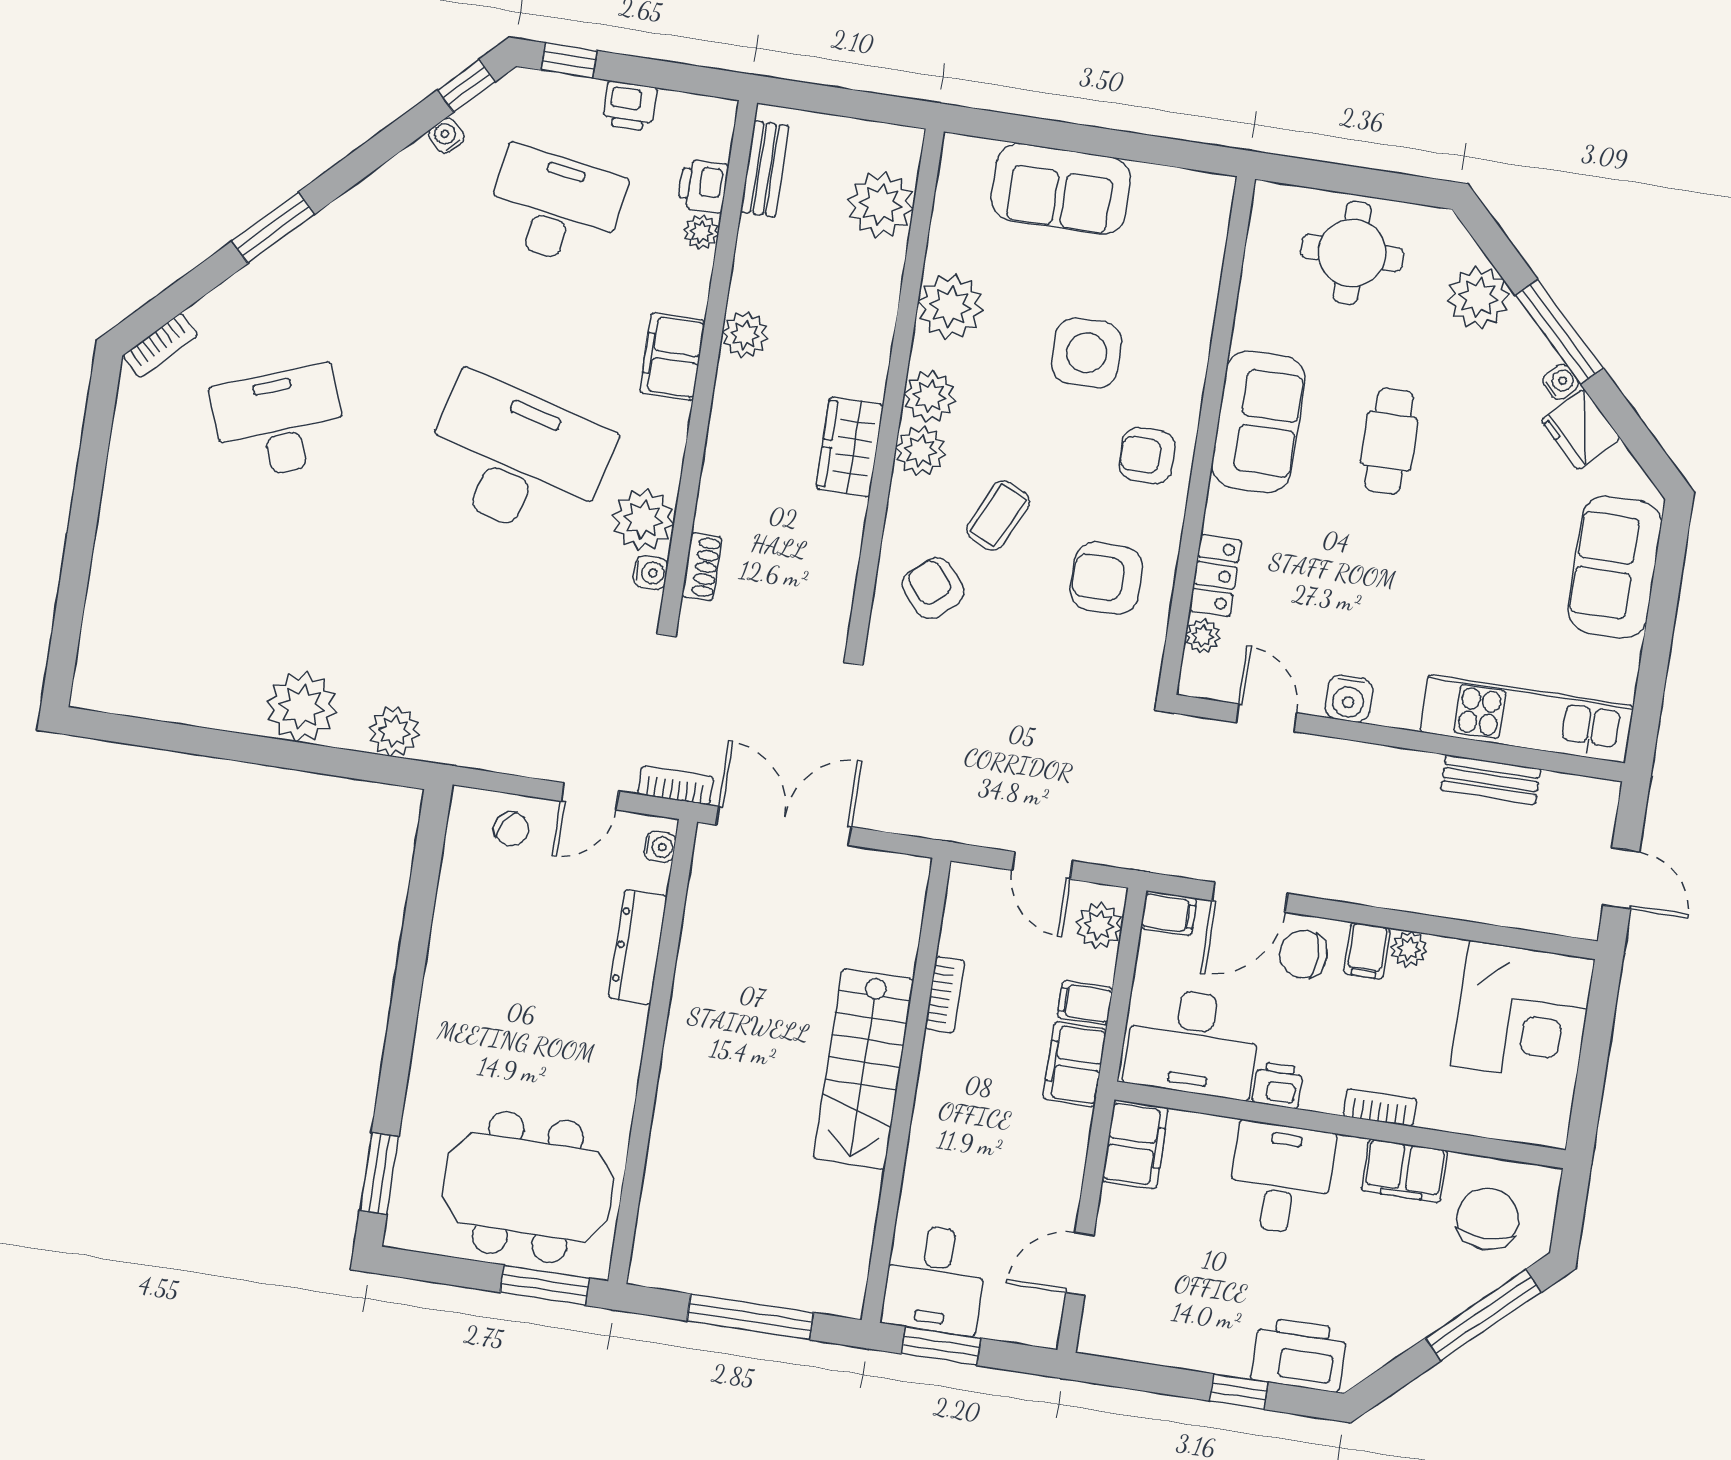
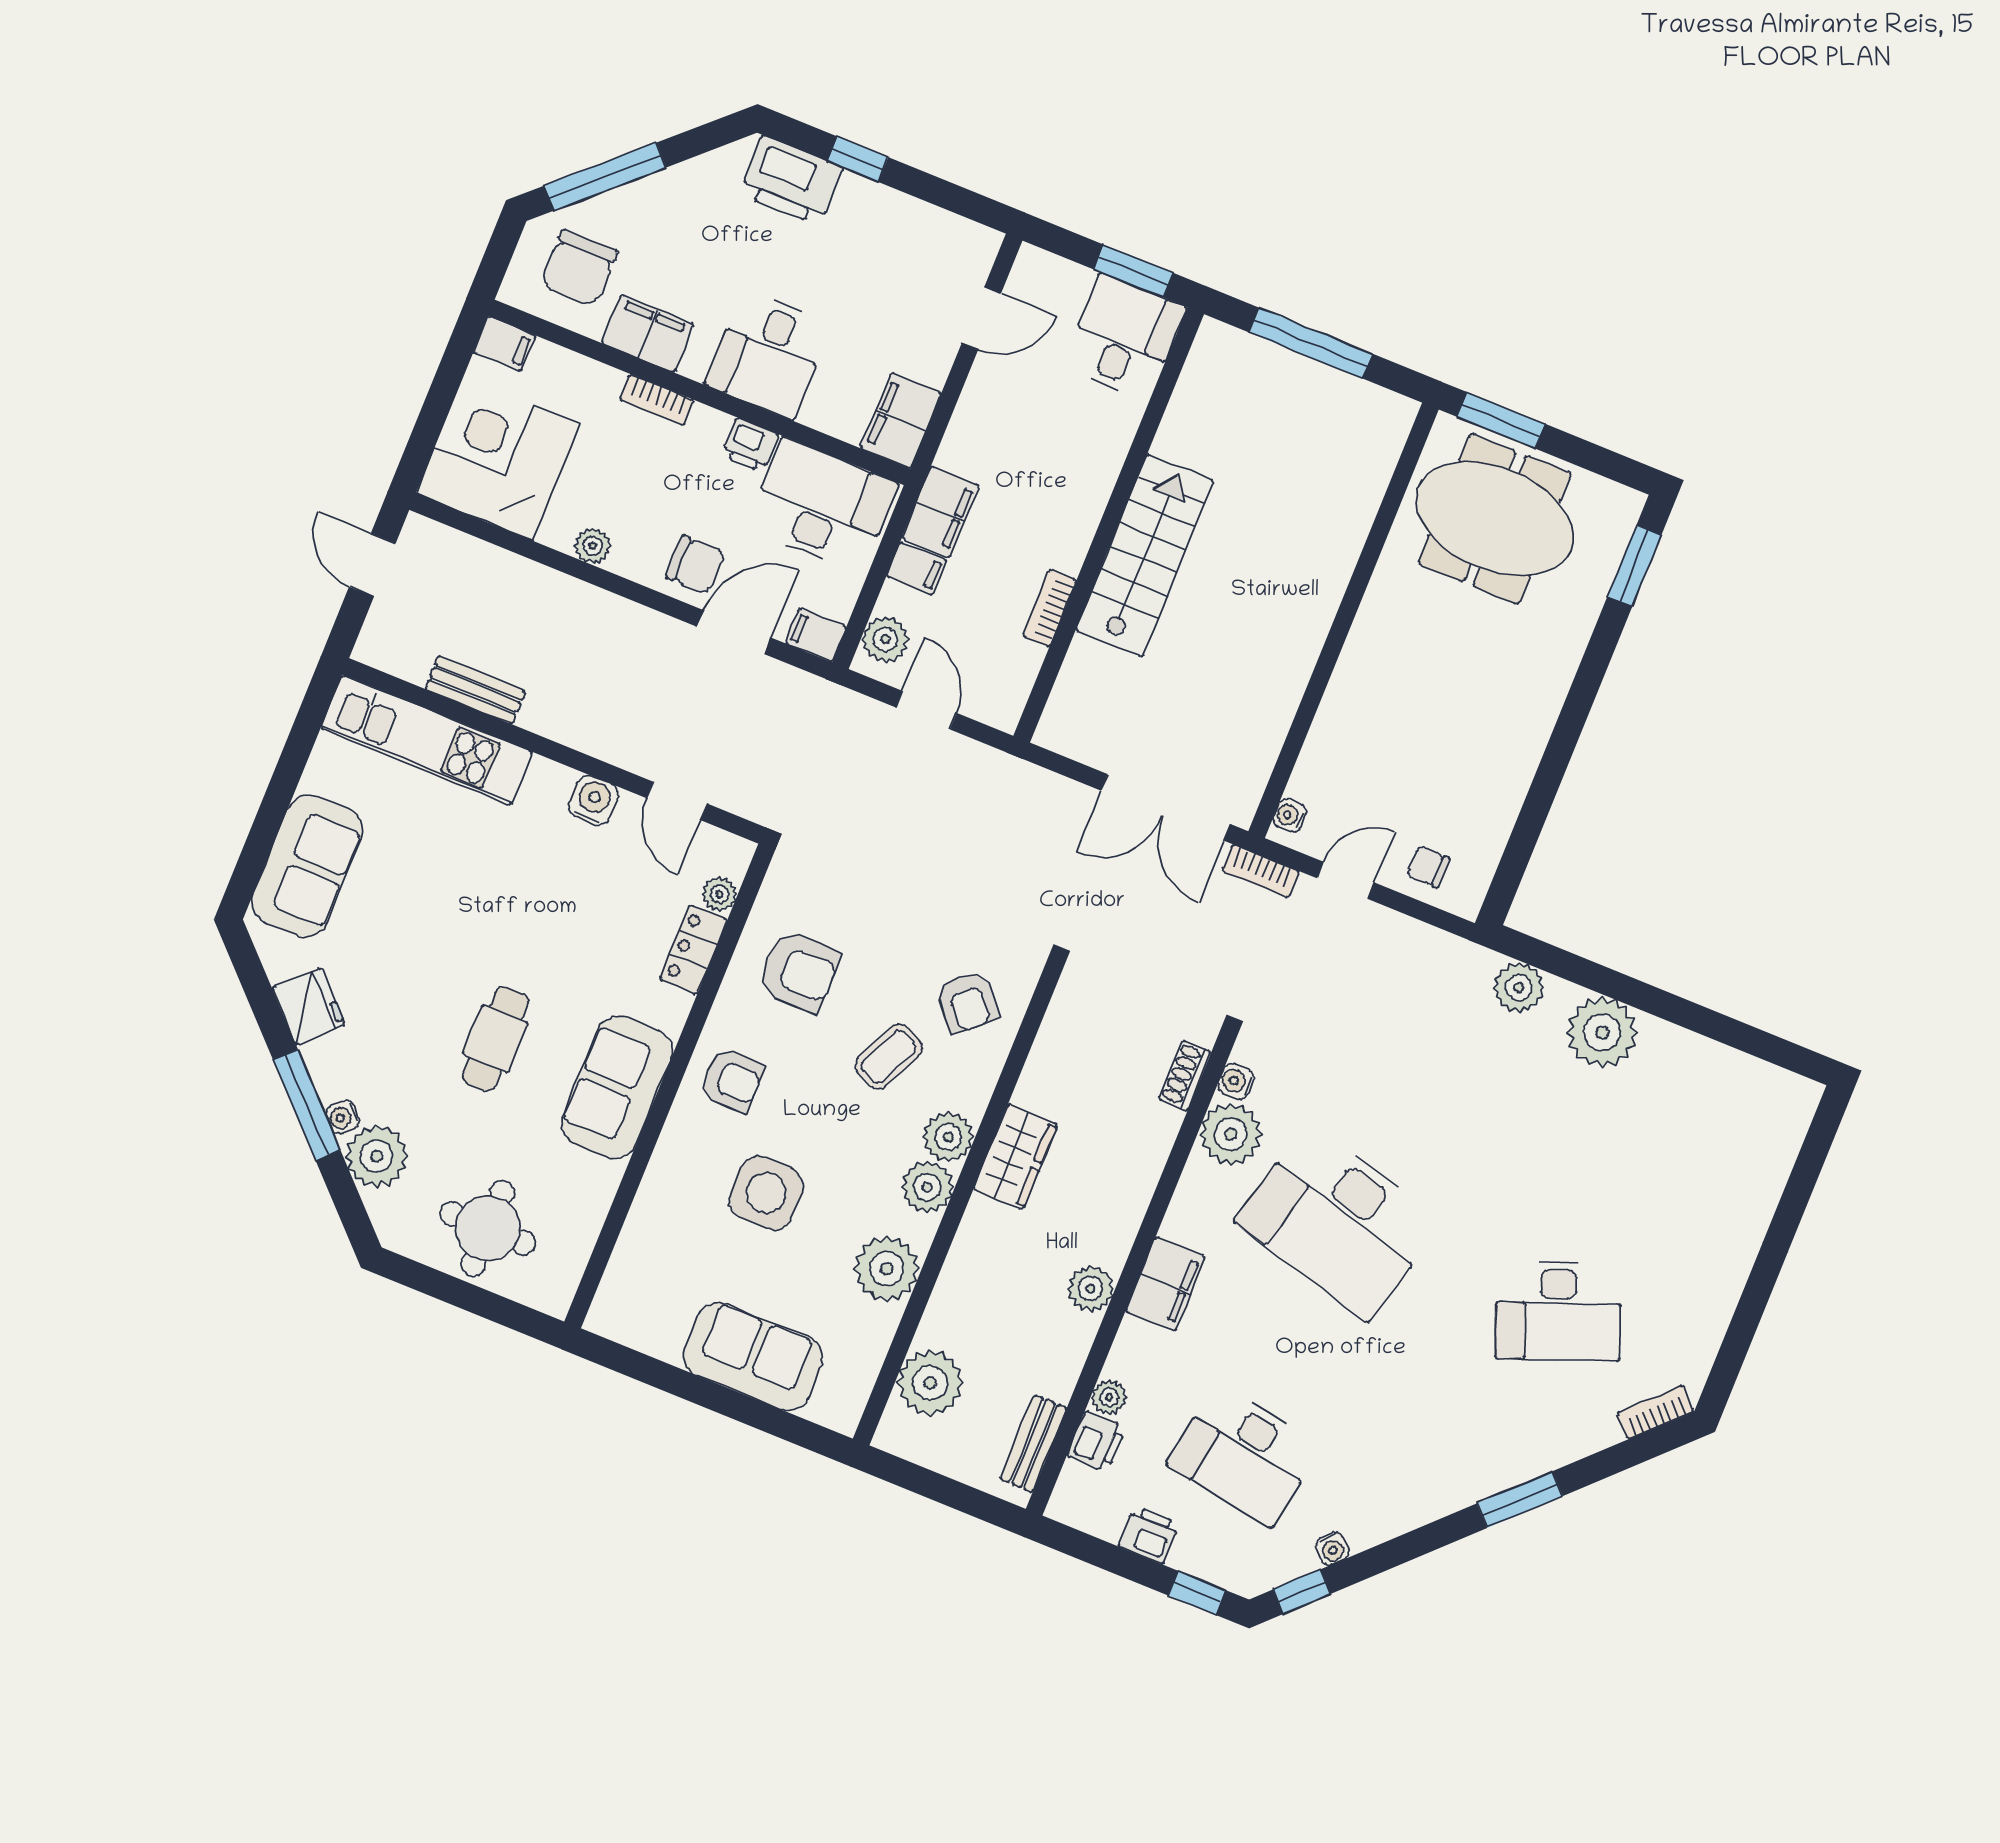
water cooler: (1561, 382) -> (343, 1117), moved
chair: (511, 829) -> (1428, 867), turned -33
dresser: (638, 947) -> (1334, 724), removed
filing cabinet: (1367, 951) -> (505, 344), moved, turned 90

